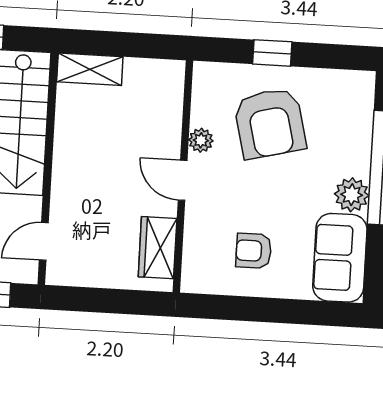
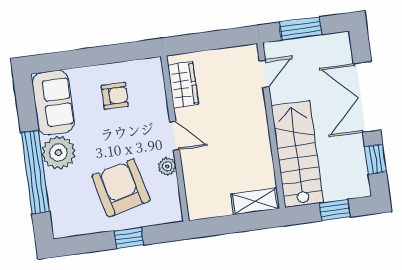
plant: (352, 195) -> (58, 153), width x1.36, depth x1.36

